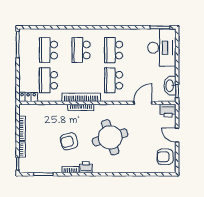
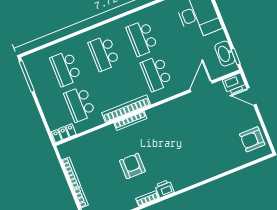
door: (177, 135) -> (252, 96), moved
round table: (110, 137) -> (179, 142), removed
armchair: (69, 141) -> (132, 166), turned 104

